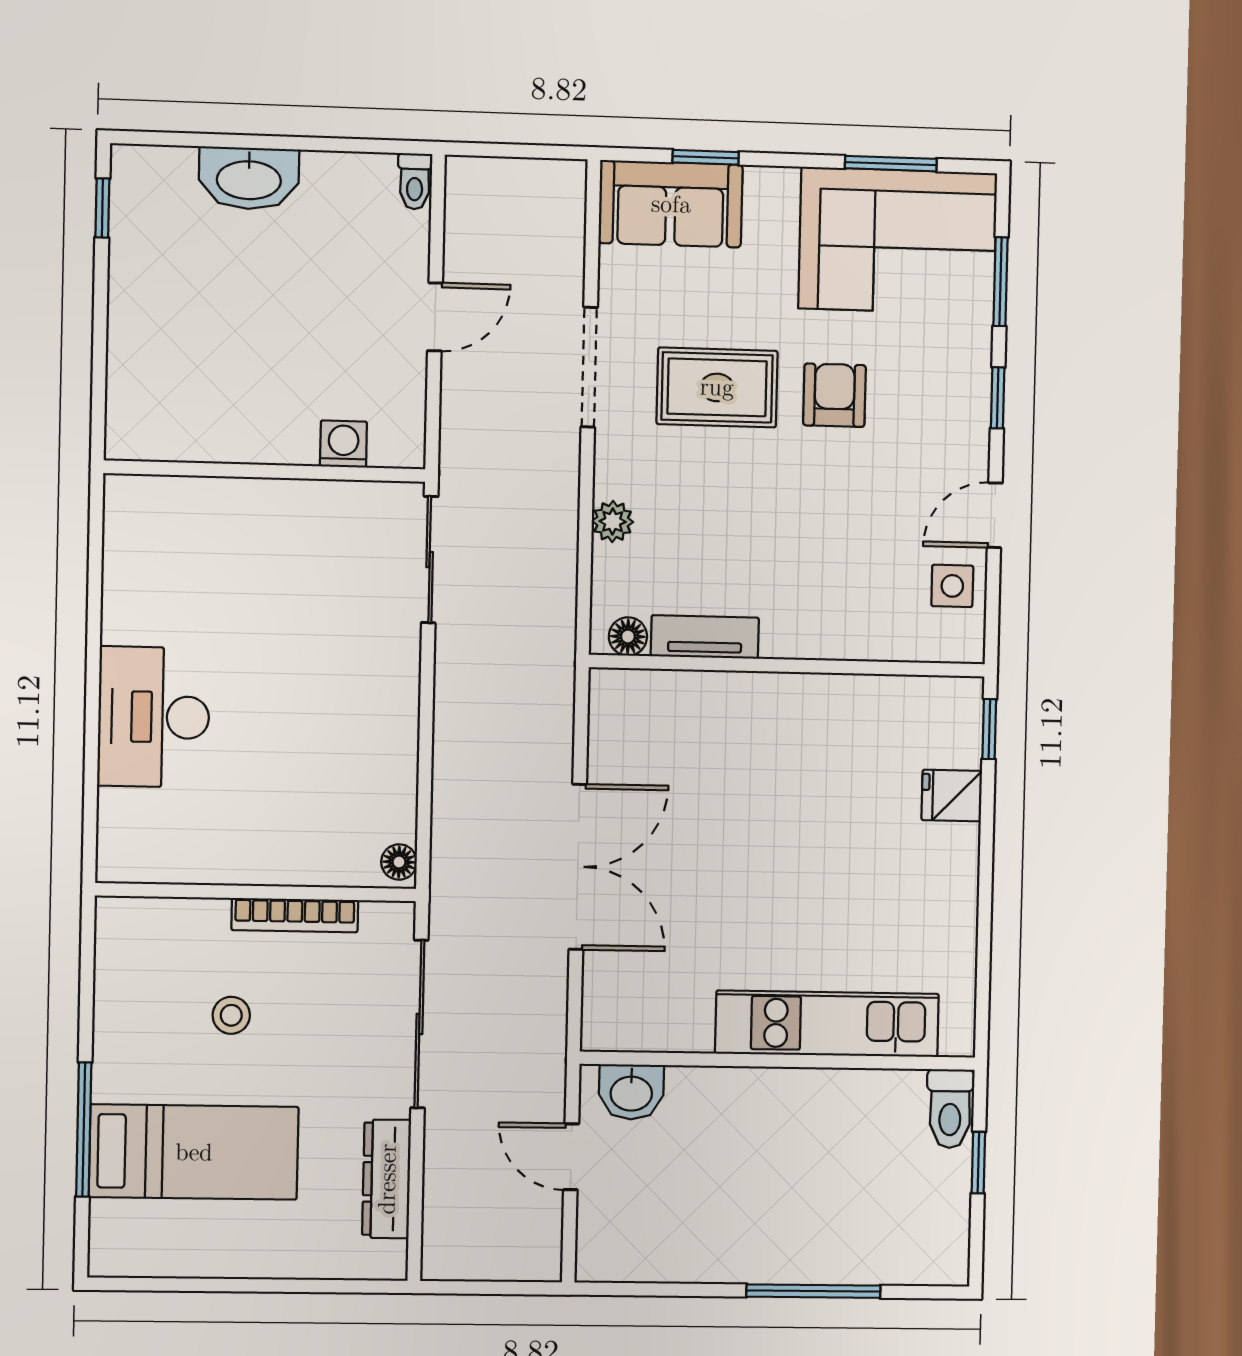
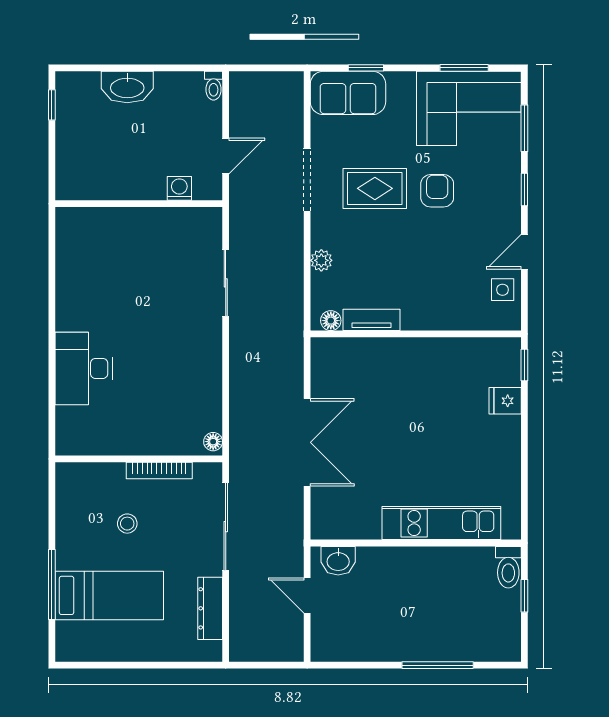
washing machine: (343, 444) -> (179, 188), moved
wall: (265, 471) -> (139, 204), moved

